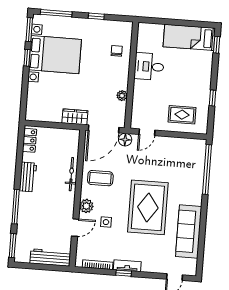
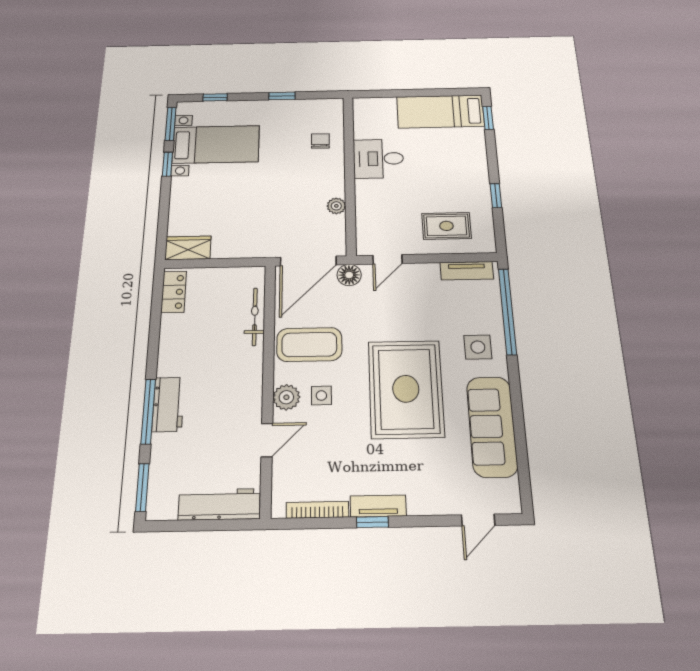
window: (56, 13) -> (215, 97), width x0.46
bed with nightstands: (55, 55) -> (216, 144), width x0.73
wardrobe: (75, 117) -> (188, 248), moved
tv unit: (189, 143) -> (467, 271), added
bicycle: (71, 174) -> (255, 317), moved
workbench: (28, 177) -> (168, 404), moved
coffee table: (100, 178) -> (309, 345), width x1.36, depth x1.32
side table: (188, 188) -> (478, 347), added
side table: (106, 222) -> (321, 396), moved

